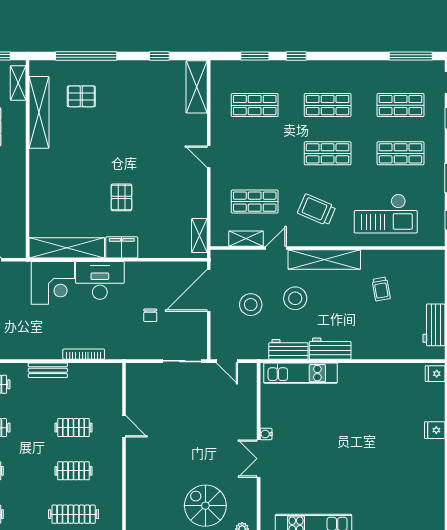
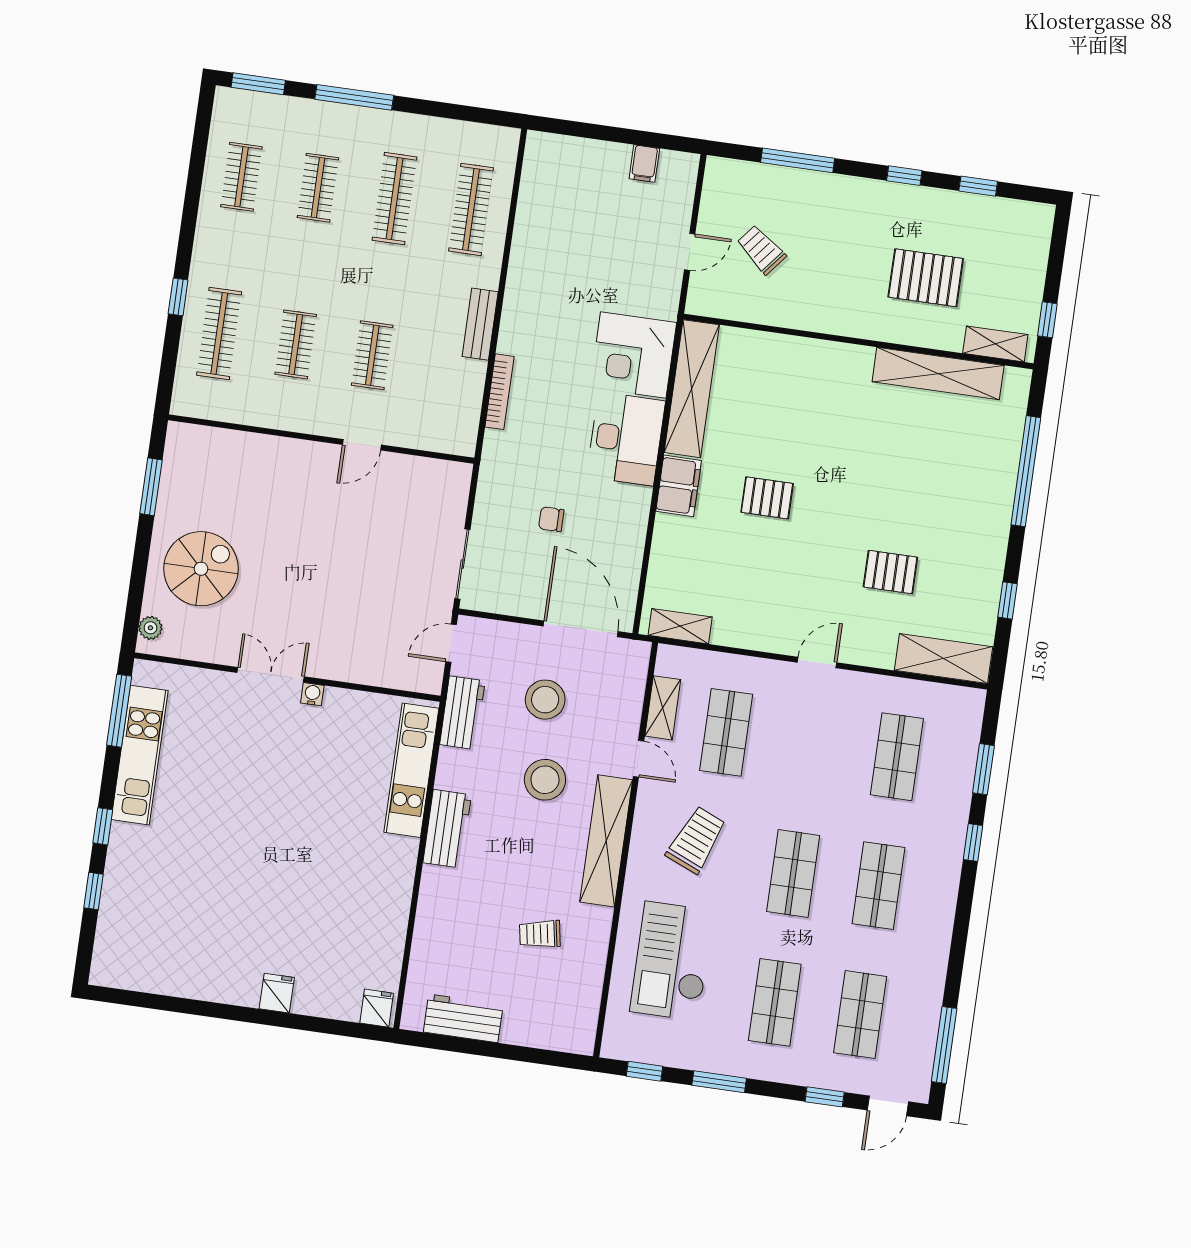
pallet: (81, 96) -> (890, 572), moved, turned 90
workbench: (288, 349) -> (462, 713), moved

